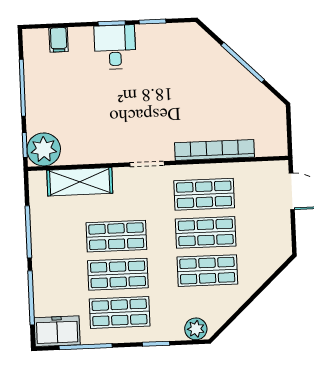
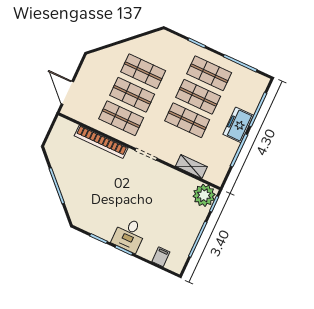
shelving: (80, 182) -> (191, 167), width x0.67, depth x0.75
plant: (196, 329) -> (168, 40), removed
freezer: (57, 331) -> (238, 125), moved, turned 90

